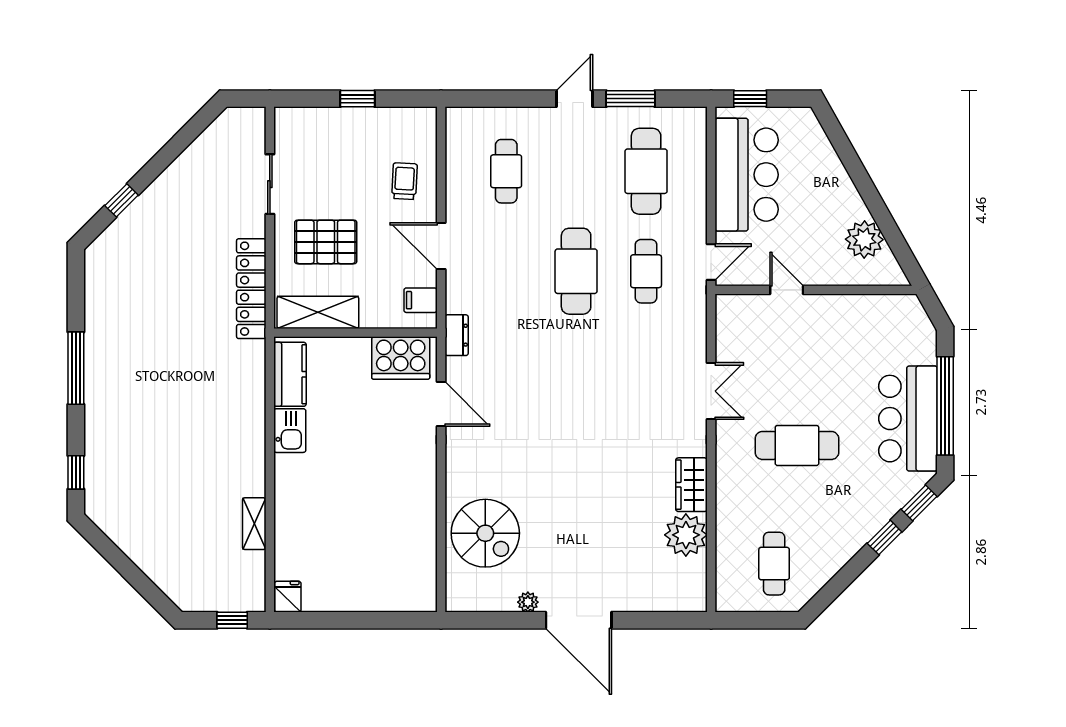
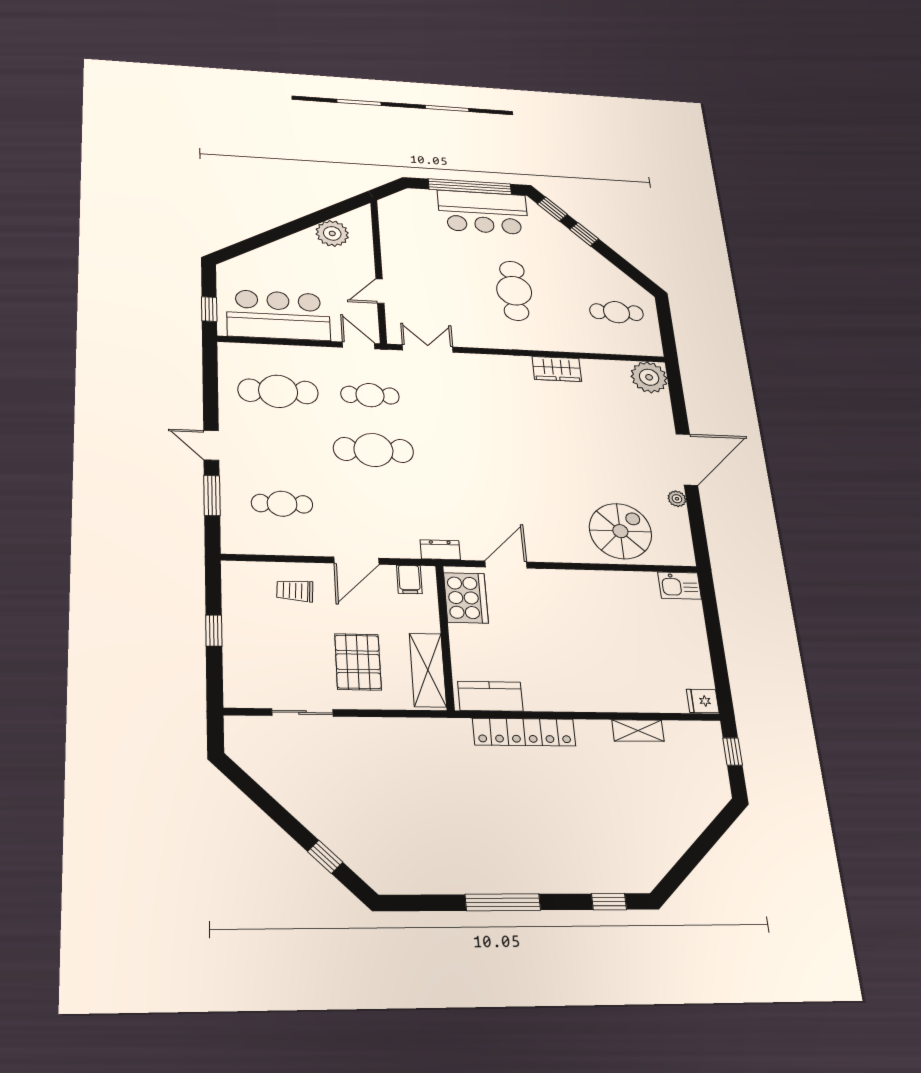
window: (630, 99) -> (212, 495), moved
locker: (251, 289) -> (524, 732), moved
double door: (711, 391) -> (428, 348), moved
kitchen sink: (290, 431) -> (680, 586), moved, turned 180
plant: (686, 535) -> (649, 377), moved

